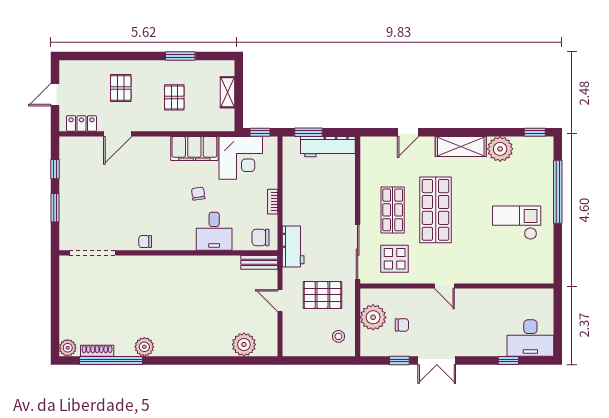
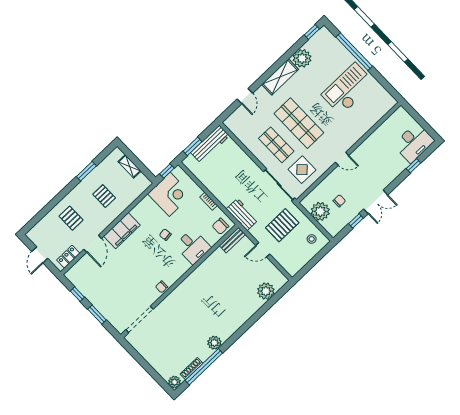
filing cabinet: (194, 149) -> (122, 231), moved
checkout: (517, 223) -> (348, 89), width x1.36, depth x1.21

